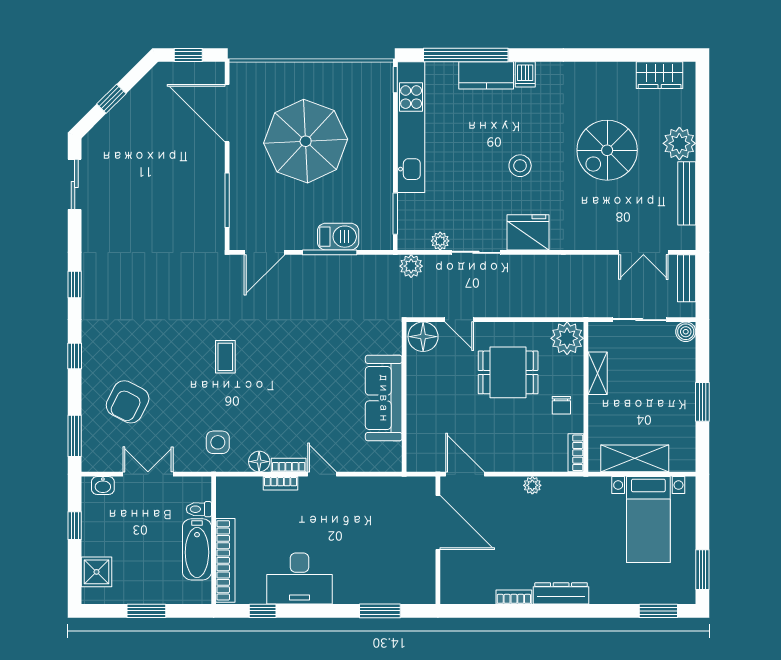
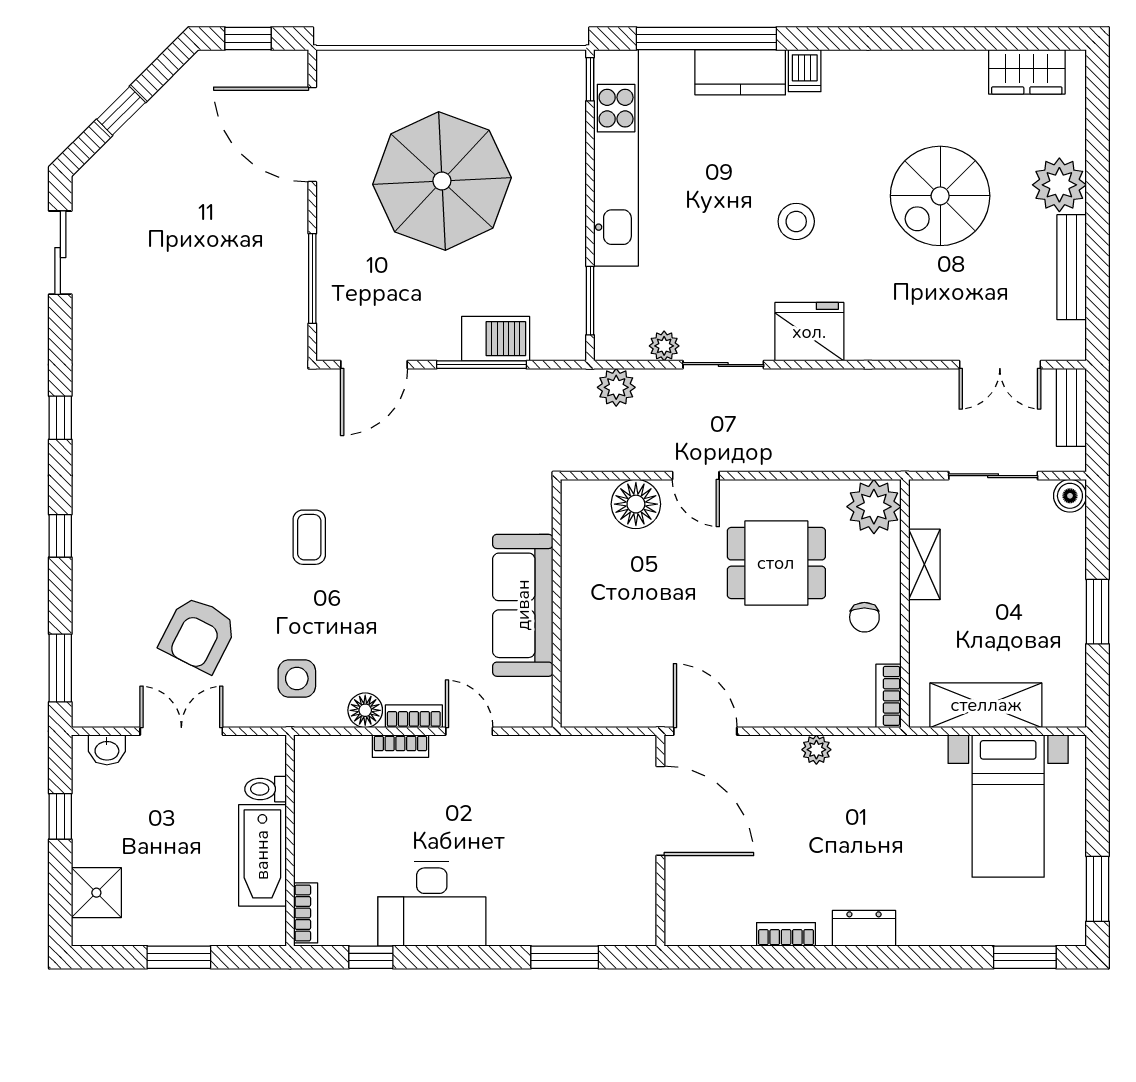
wall: (404, 397) -> (557, 603), moved
sofa: (384, 398) -> (523, 605), moved
armchair: (128, 402) -> (198, 634), moved
bookcase: (225, 560) -> (306, 913), width x0.43, depth x0.76
dresser: (561, 593) -> (864, 928), width x0.70

